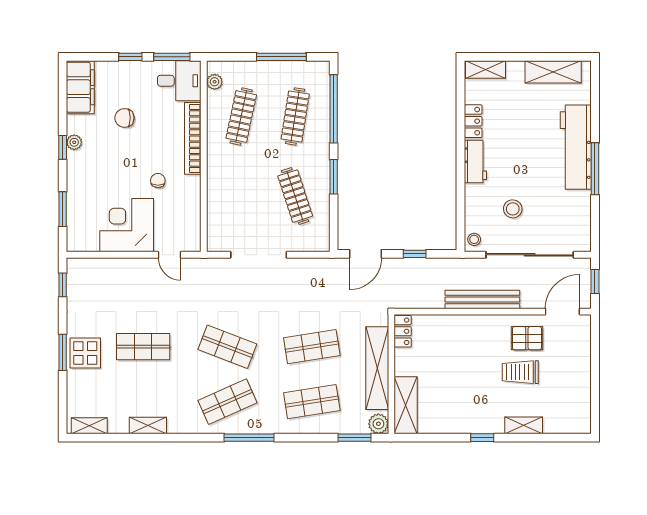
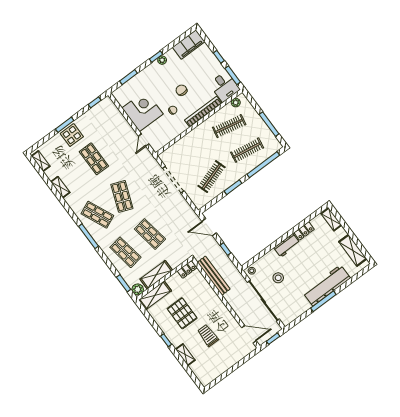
chair: (124, 118) -> (181, 90), moved
bench: (482, 299) -> (214, 276), moved
pallet: (527, 338) -> (182, 313), moved, width x1.50, depth x1.42
shelving: (377, 368) -> (156, 275), width x0.68

